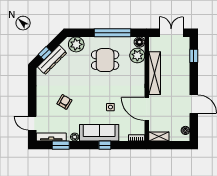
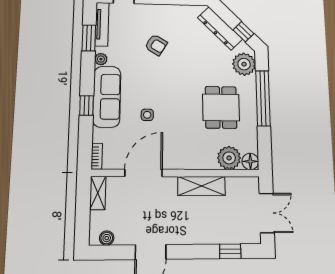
window: (112, 33) -> (263, 98), moved
window: (45, 53) -> (243, 32), moved
shelving: (155, 73) -> (201, 186), width x0.68

